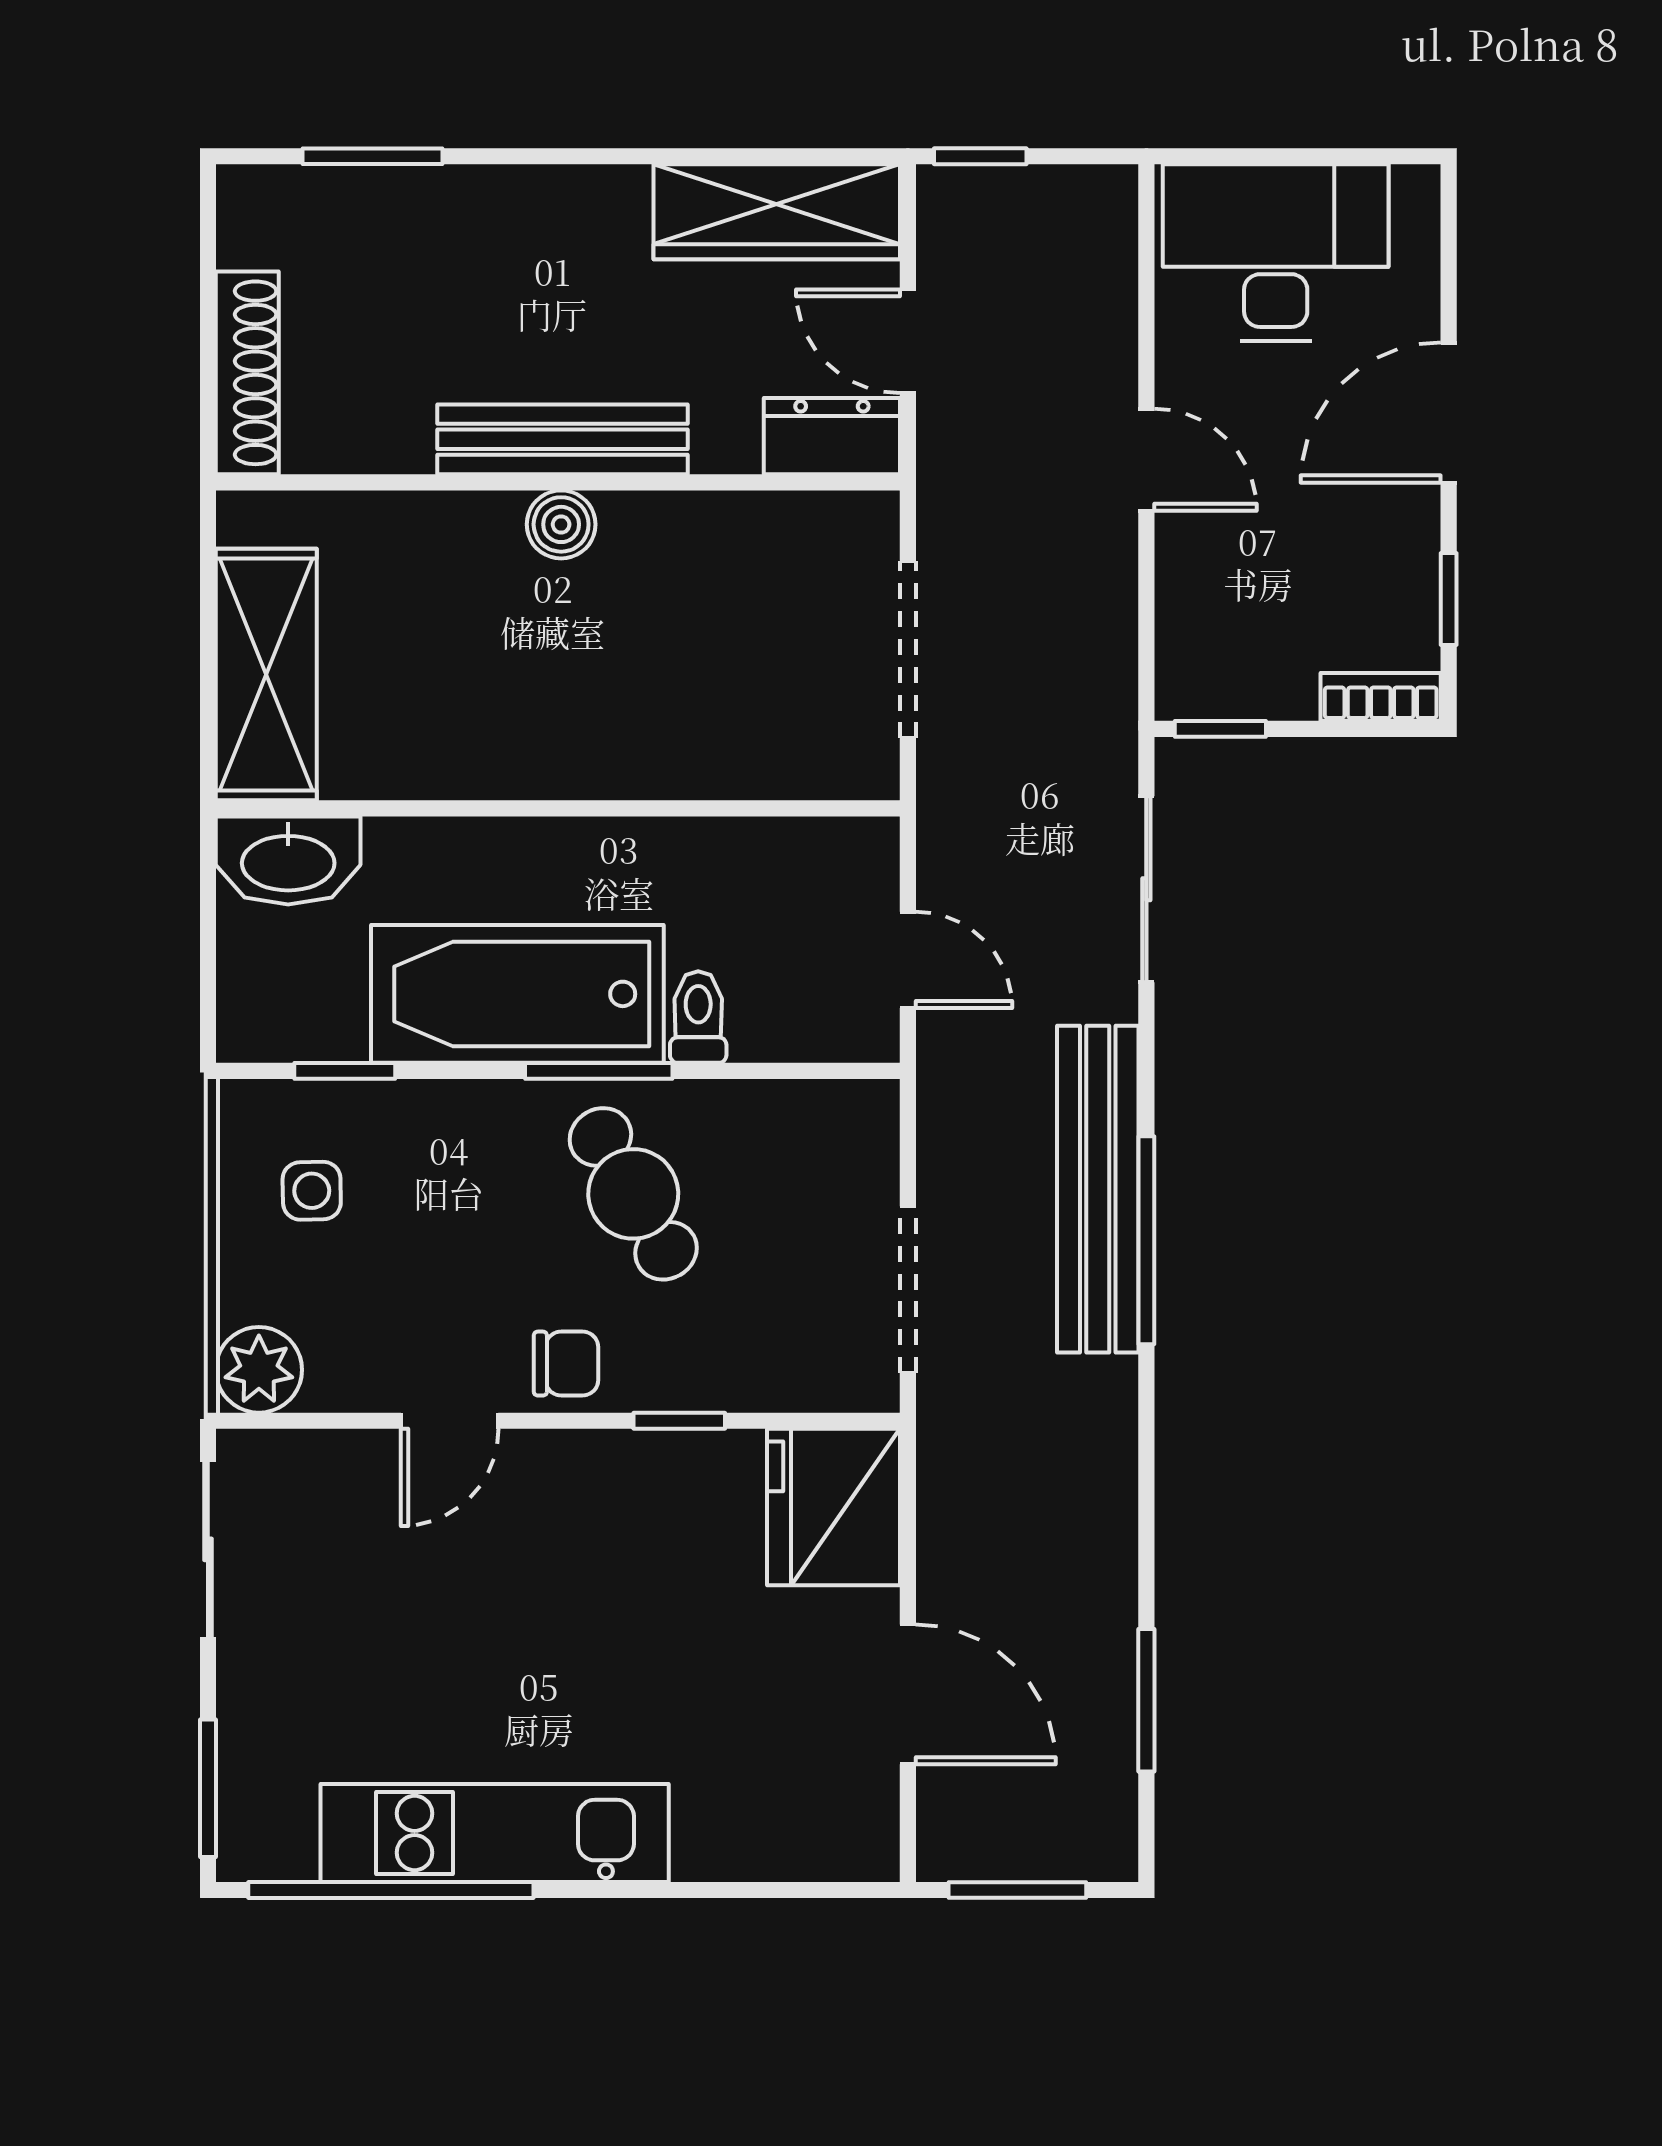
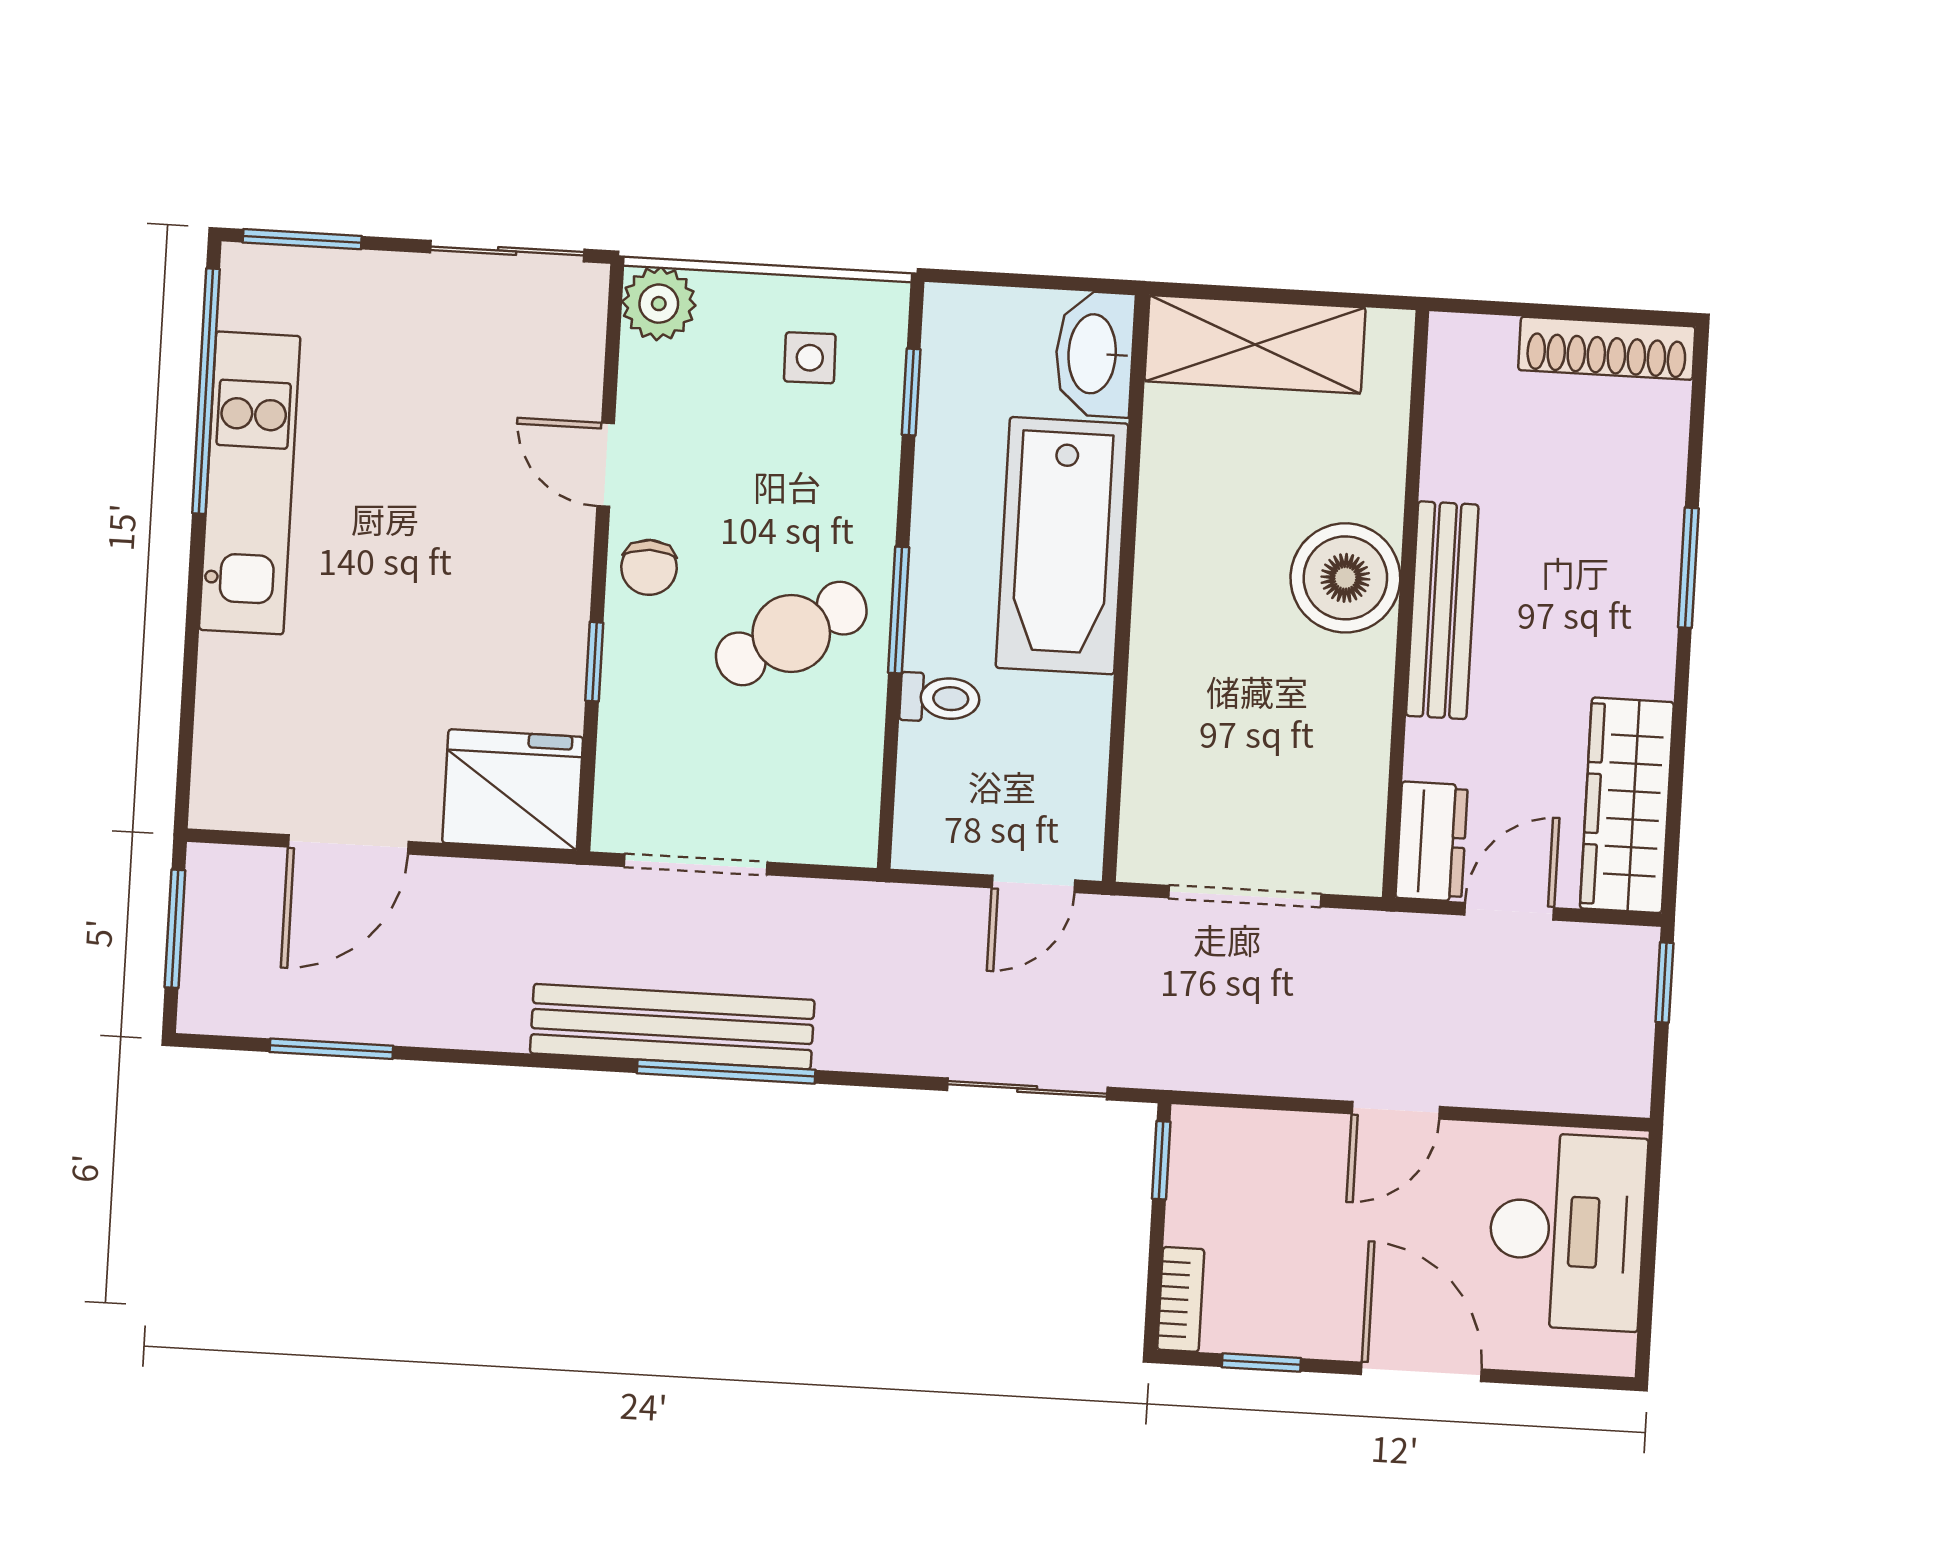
window: (373, 156) -> (1688, 568), moved
shoe rack: (247, 373) -> (1607, 348), moved
boiler: (561, 524) -> (1345, 578), width x1.86, depth x1.86
door: (908, 960) -> (1033, 884), moved
bathtub: (517, 994) -> (1062, 546), moved, turned 180
bench: (1098, 1189) -> (672, 1027), moved

